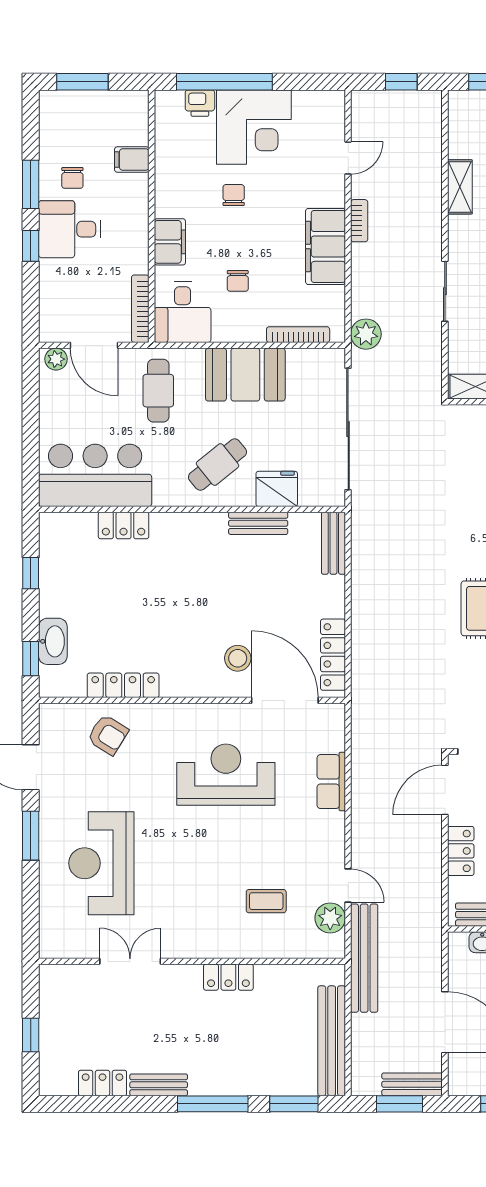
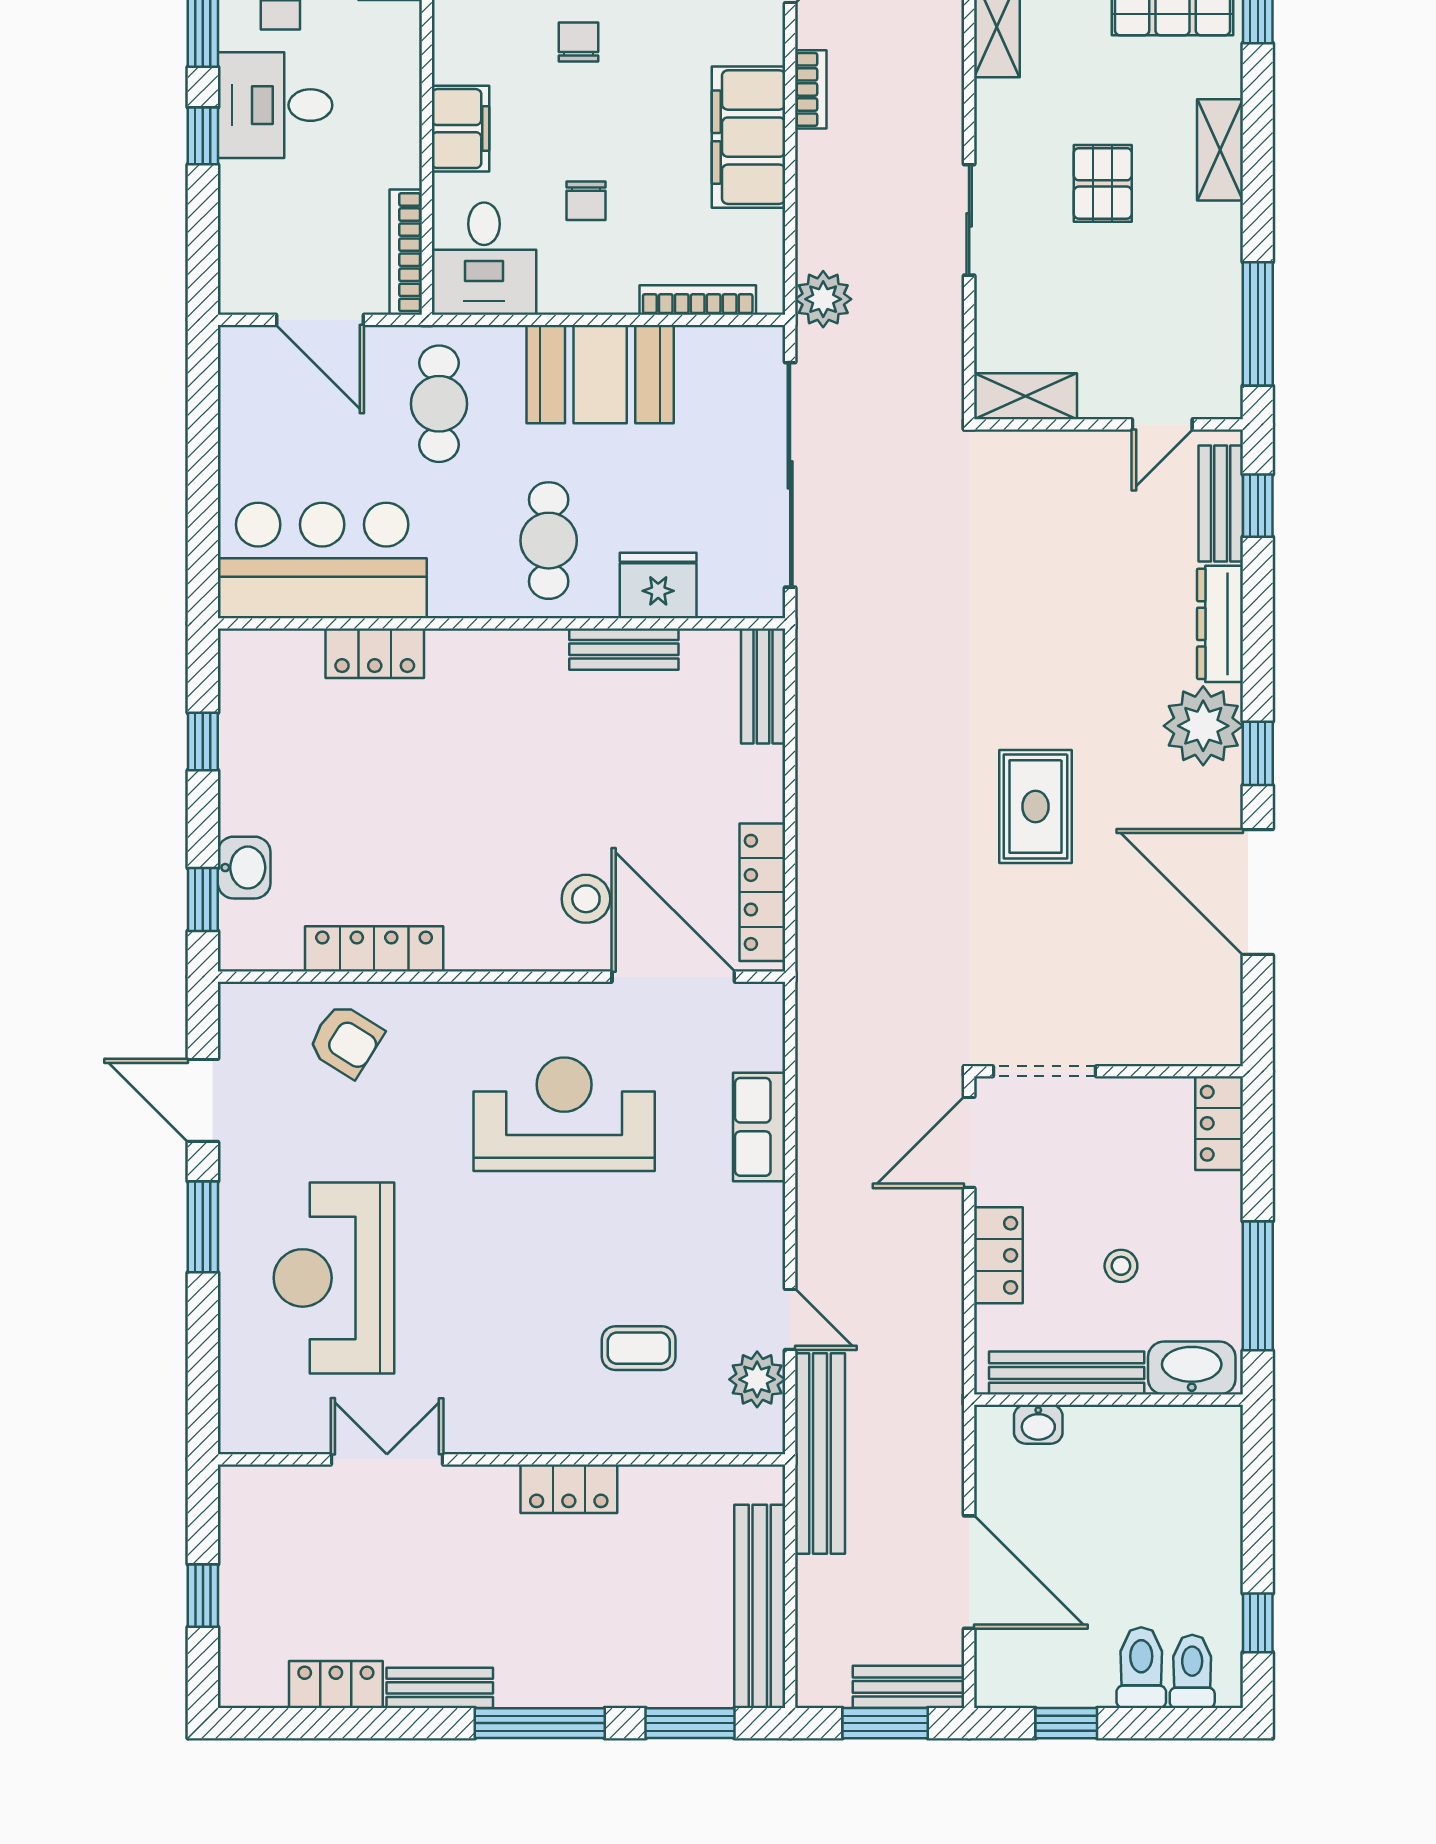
plant: (56, 359) -> (250, 345), removed
cafe table: (218, 465) -> (549, 541), turned -51
washbasin: (53, 641) -> (244, 868), width x0.72

